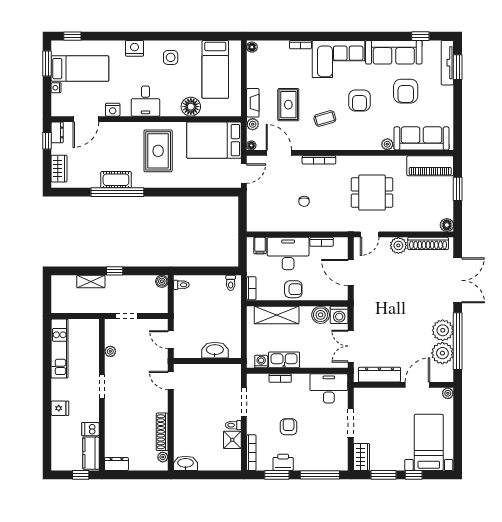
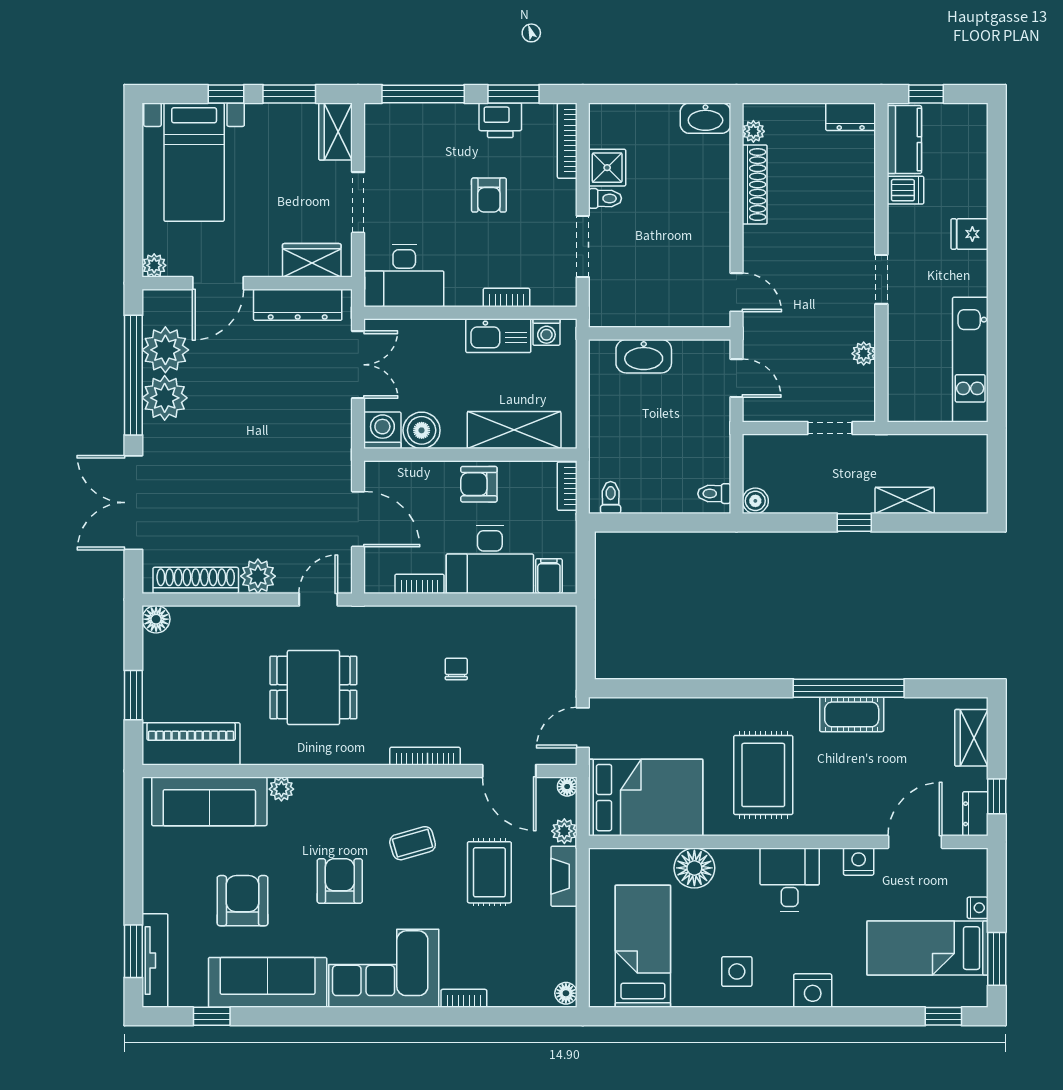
wardrobe: (373, 396) -> (312, 260), added

